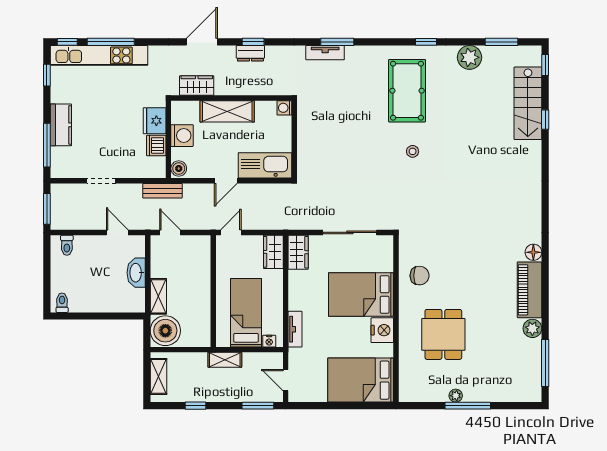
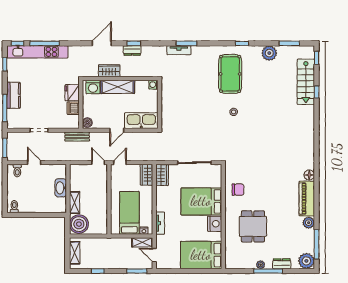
wardrobe: (197, 86) -> (109, 71), moved
washing machine: (182, 136) -> (93, 87), moved, turned 90
door: (117, 232) -> (34, 163), moved
door: (170, 232) -> (98, 163), moved
shelving: (225, 360) -> (142, 242), moved
plant: (529, 389) -> (306, 261), added
dresser: (489, 394) -> (282, 264), added

